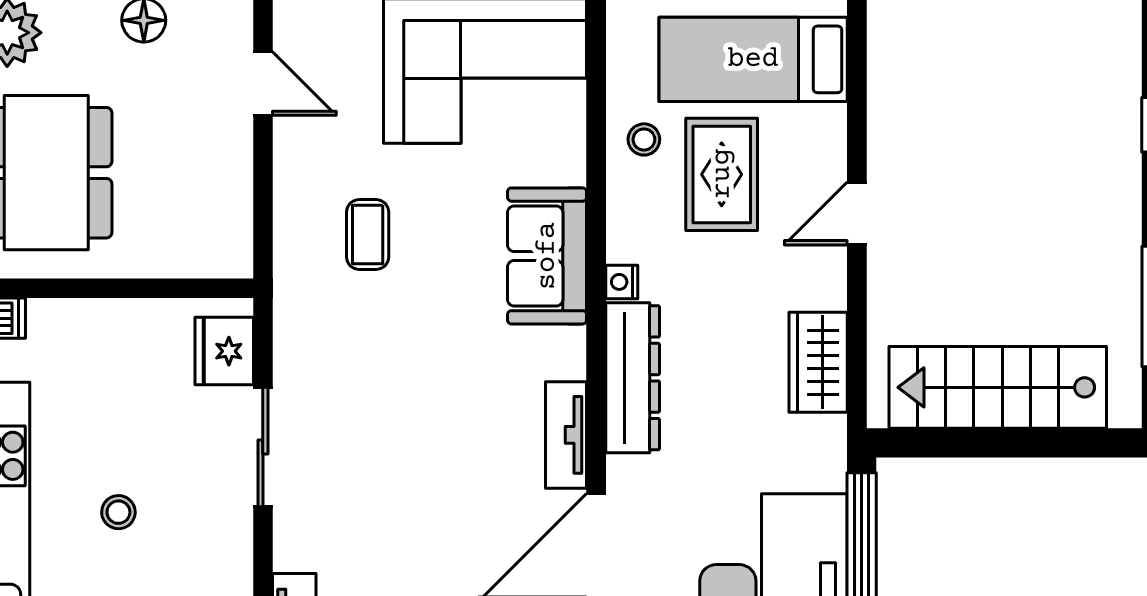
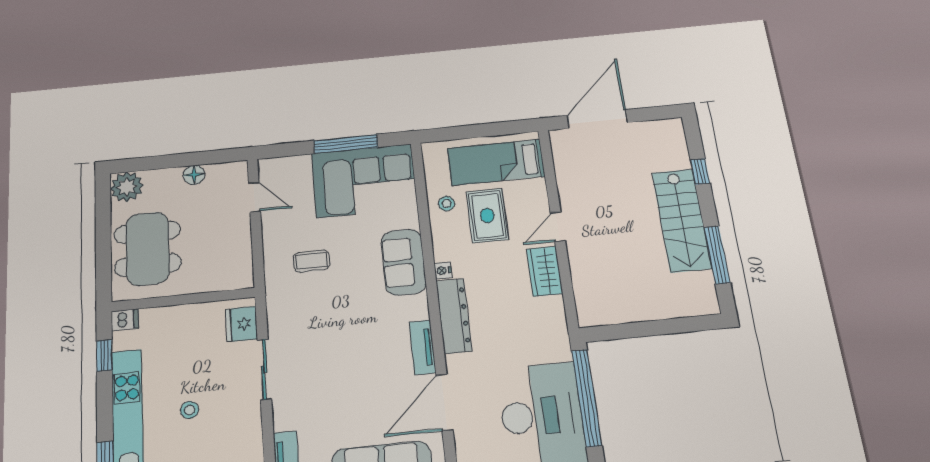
coffee table: (368, 234) -> (312, 261), turned 90
wardrobe: (818, 362) -> (545, 271), moved
stairs: (998, 387) -> (682, 220), moved, turned -90

